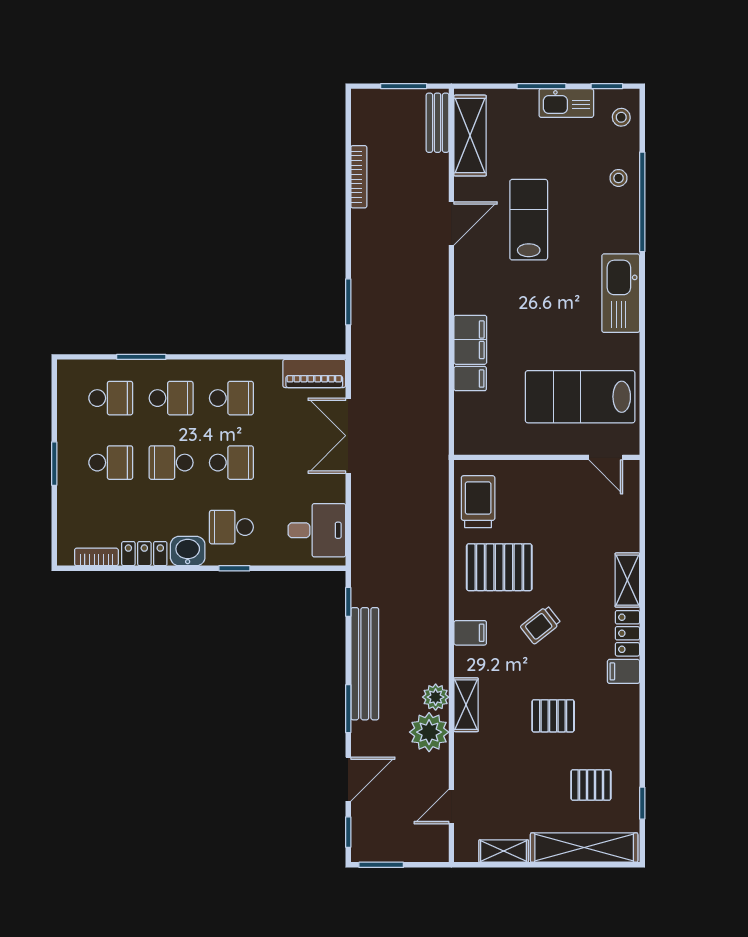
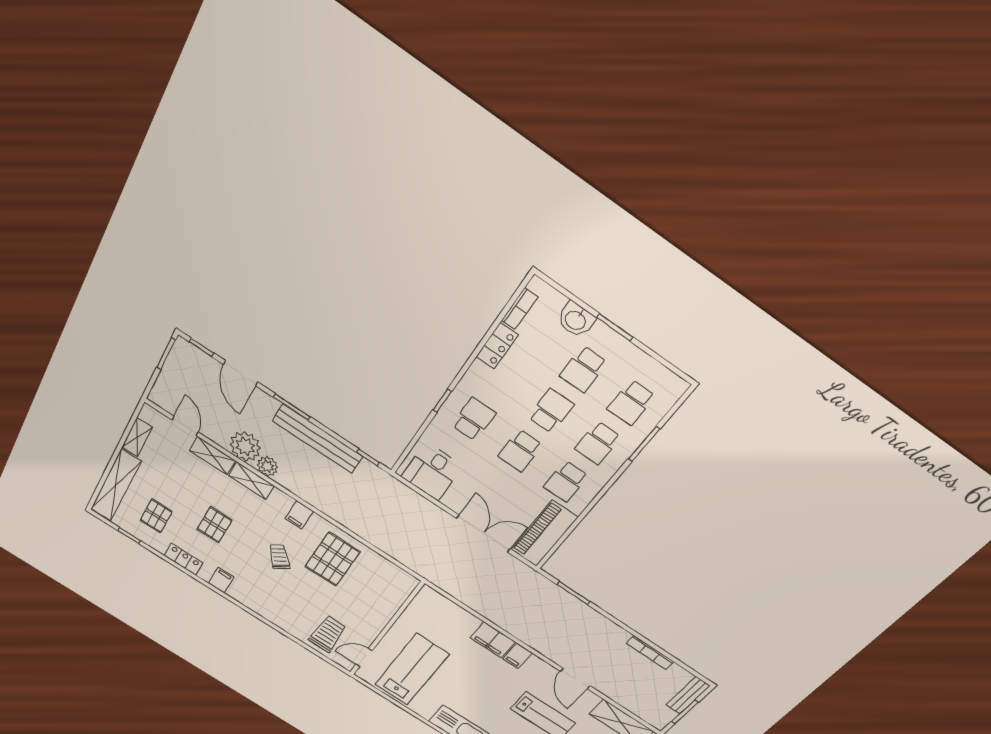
bench: (438, 123) -> (688, 695), moved, turned 90
piano: (314, 373) -> (544, 534), width x1.37, depth x1.33
filing cabinet: (470, 379) -> (518, 656), moved
trolley: (478, 502) -> (328, 634), moved, turned -90
washbasin: (188, 551) -> (576, 320), moved, turned 90
shelving: (627, 580) -> (212, 456), moved
locker: (627, 633) -> (183, 559), moved

